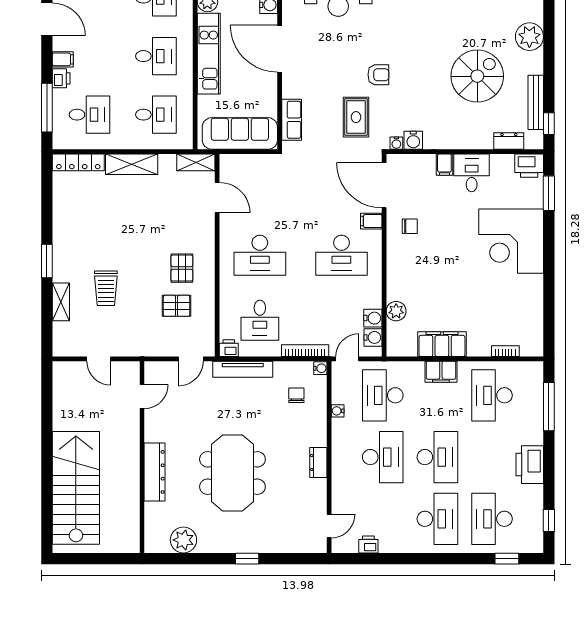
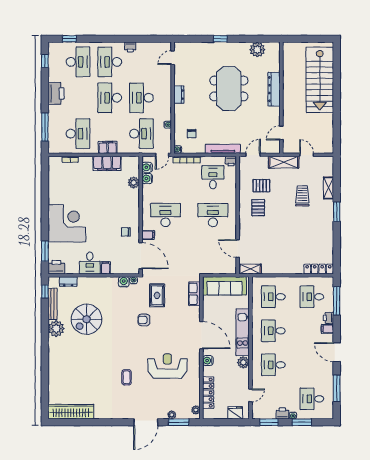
plant: (529, 37) -> (56, 329), moved
shelving: (132, 164) -> (284, 162), moved
printer: (368, 544) -> (130, 47), moved

